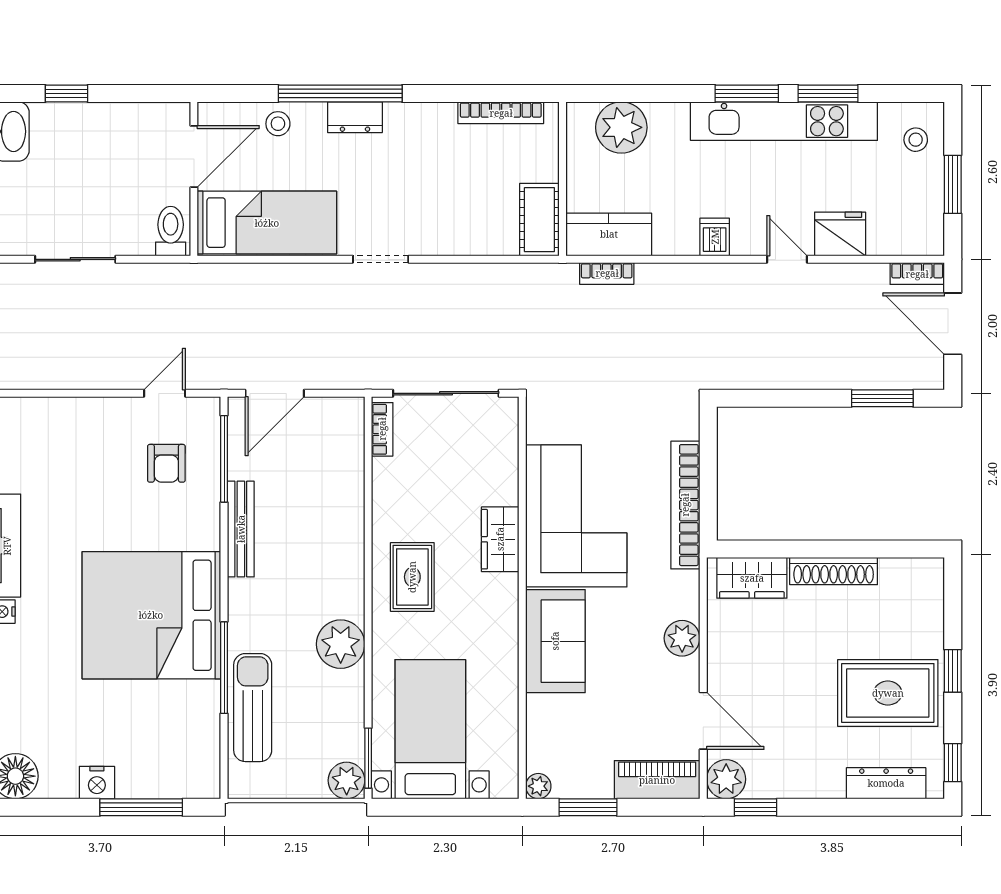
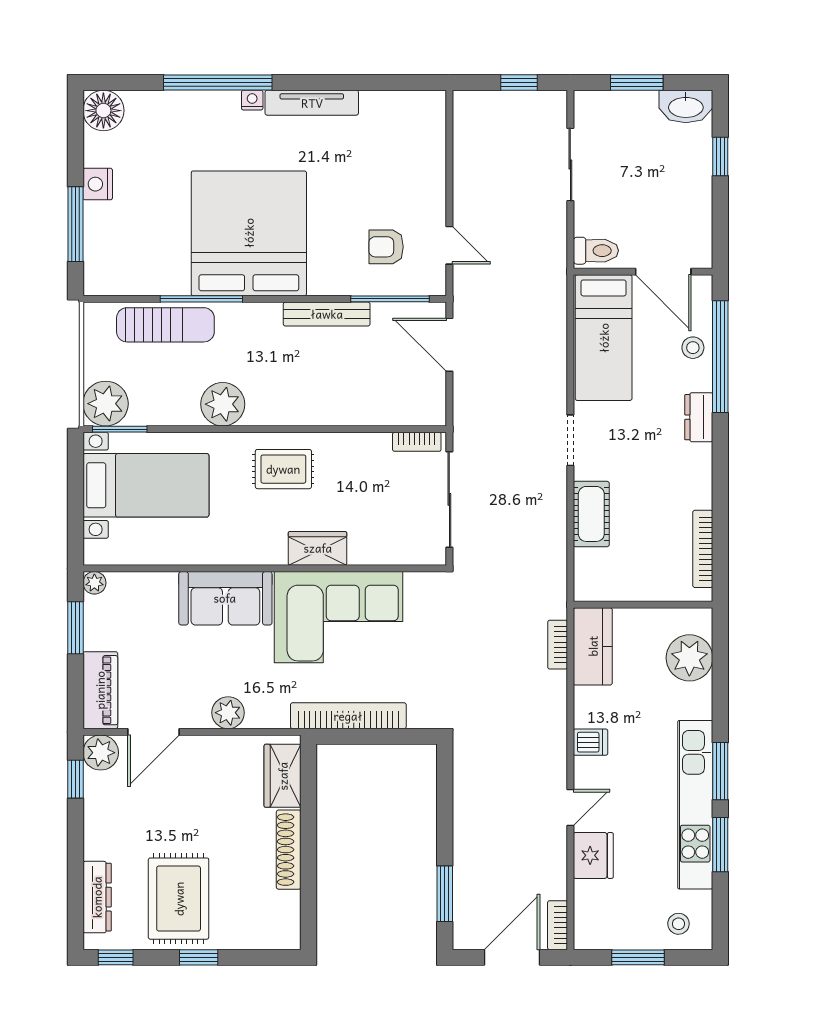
window: (340, 93) -> (720, 357), moved
cot: (539, 220) -> (591, 514), moved, turned 90
plant: (347, 780) -> (106, 404), width x1.36, depth x1.36

